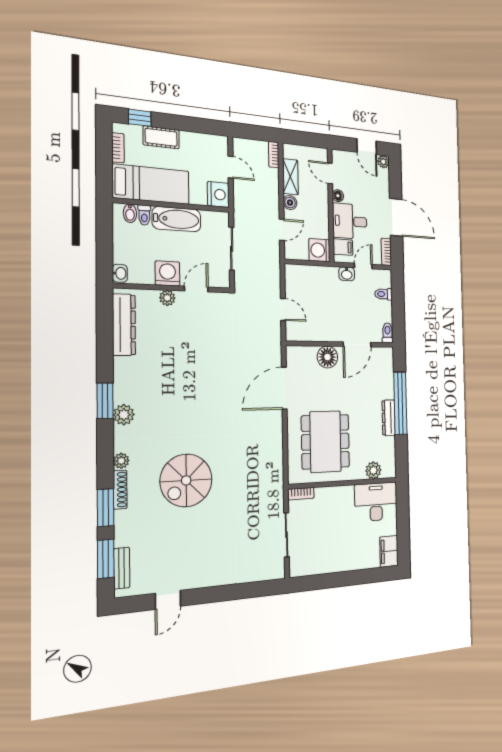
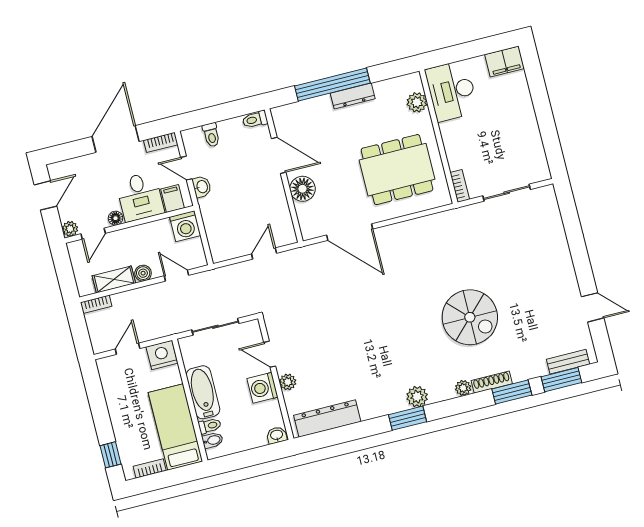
cot: (161, 137) -> (123, 429), removed
plant: (383, 162) -> (70, 229), moved

